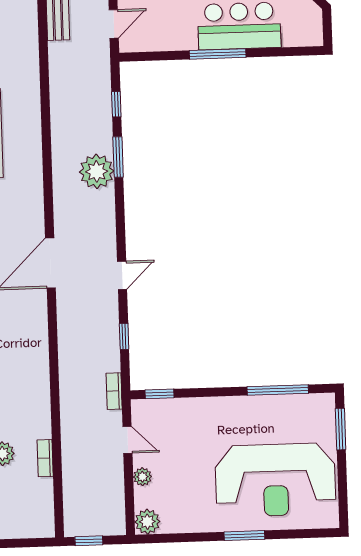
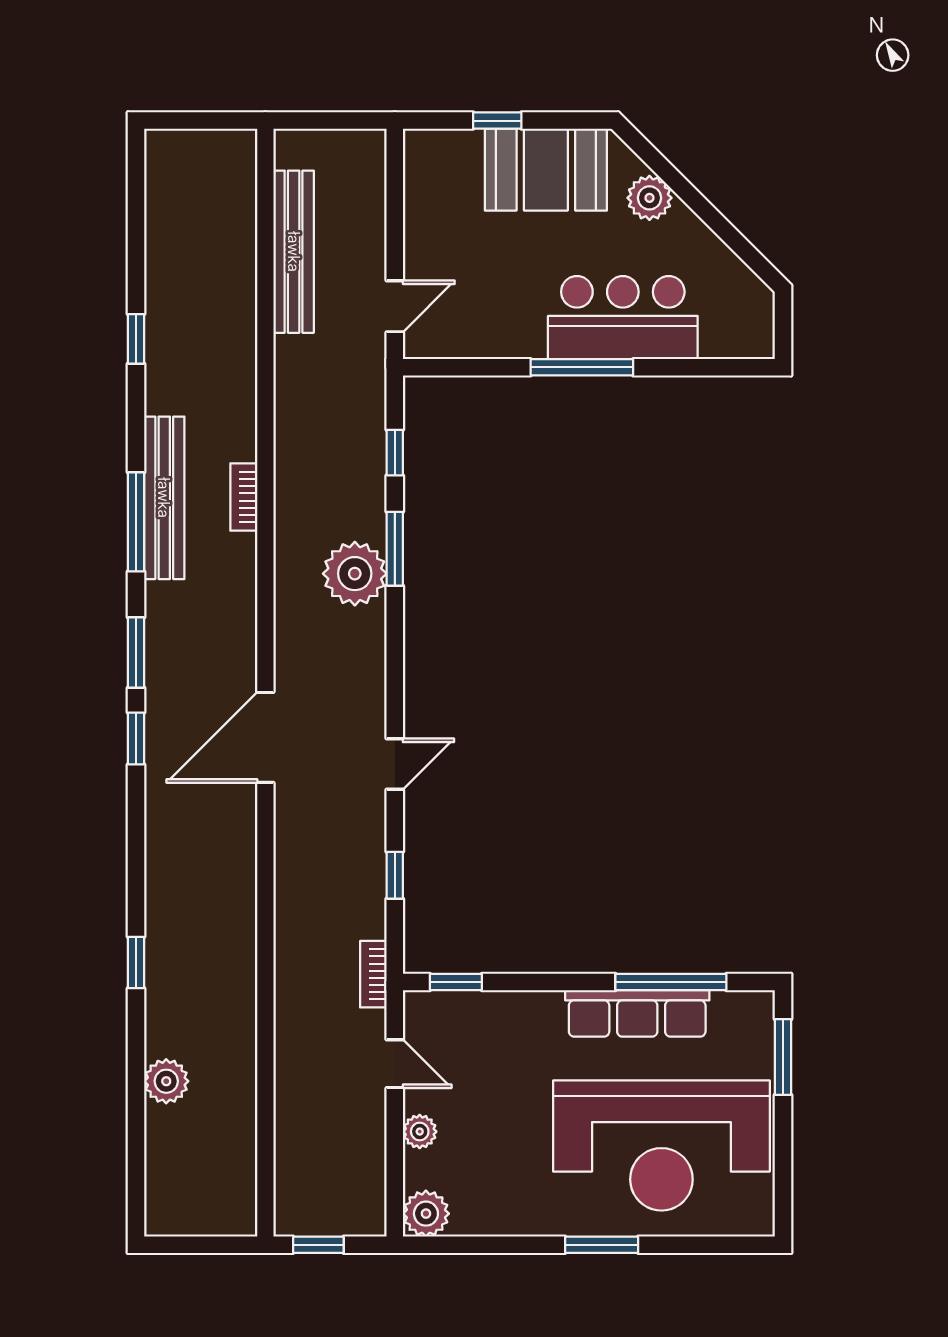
row of seats: (260, 408) -> (637, 1013), added
bookcase: (45, 458) -> (244, 497), moved

